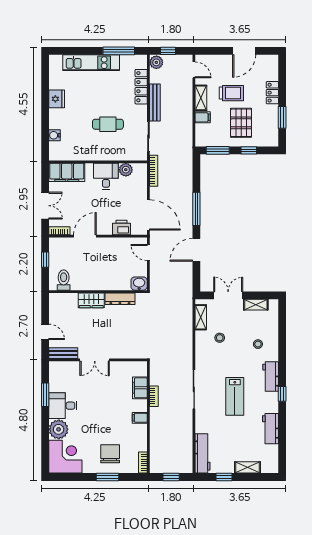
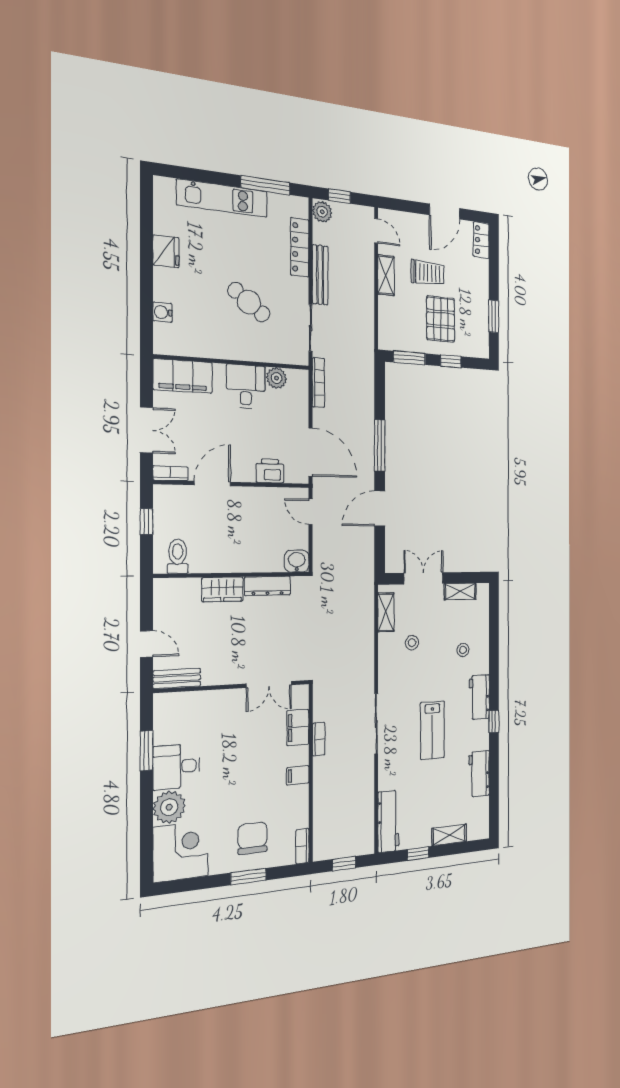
locker: (272, 93) -> (481, 240), moved
filing cabinet: (203, 117) -> (388, 305), removed
cafe table: (108, 124) -> (249, 302), turned 37
double door: (95, 360) -> (269, 684), moved

